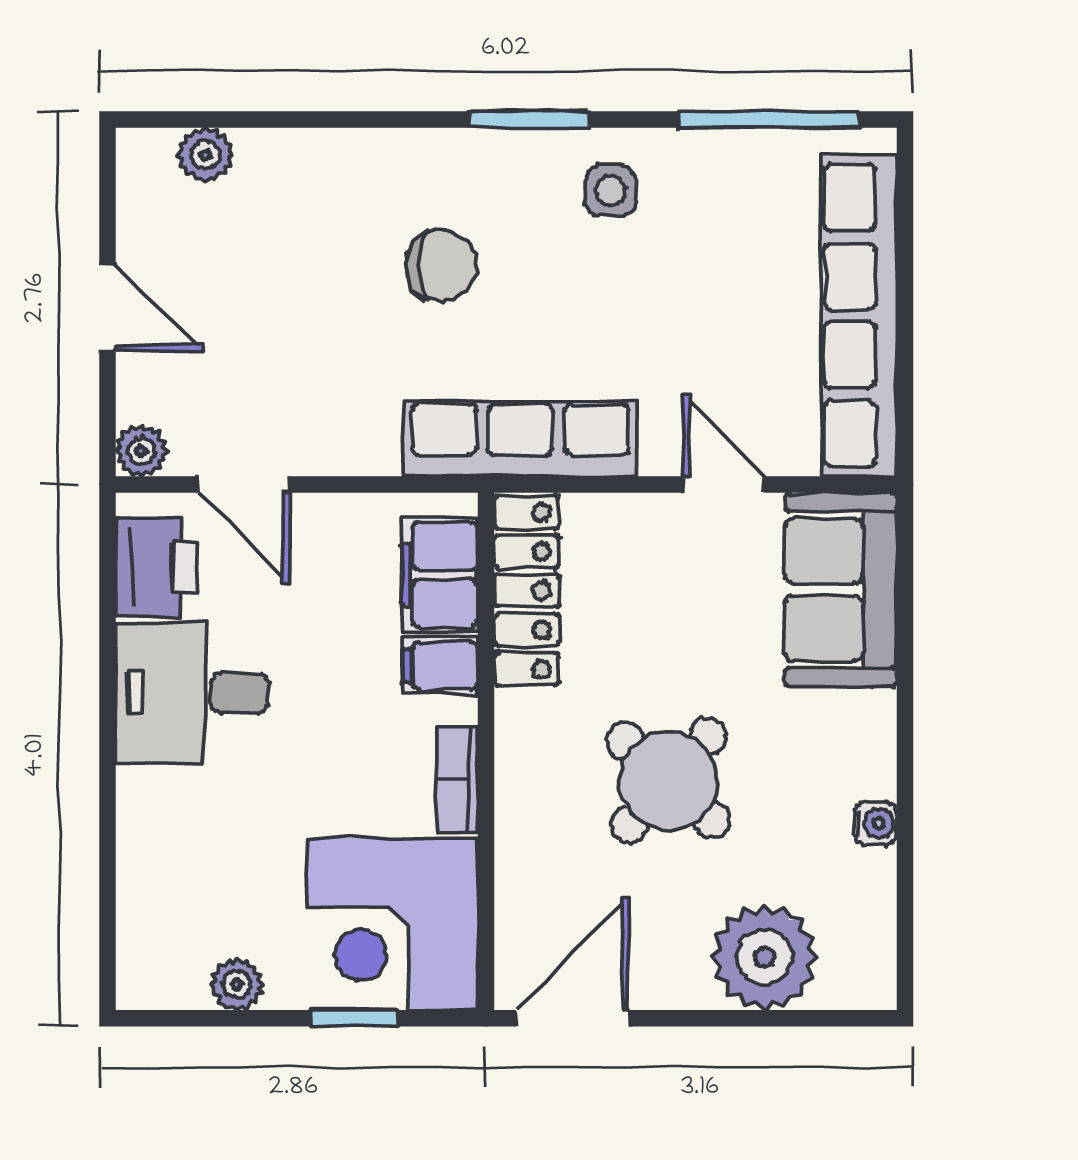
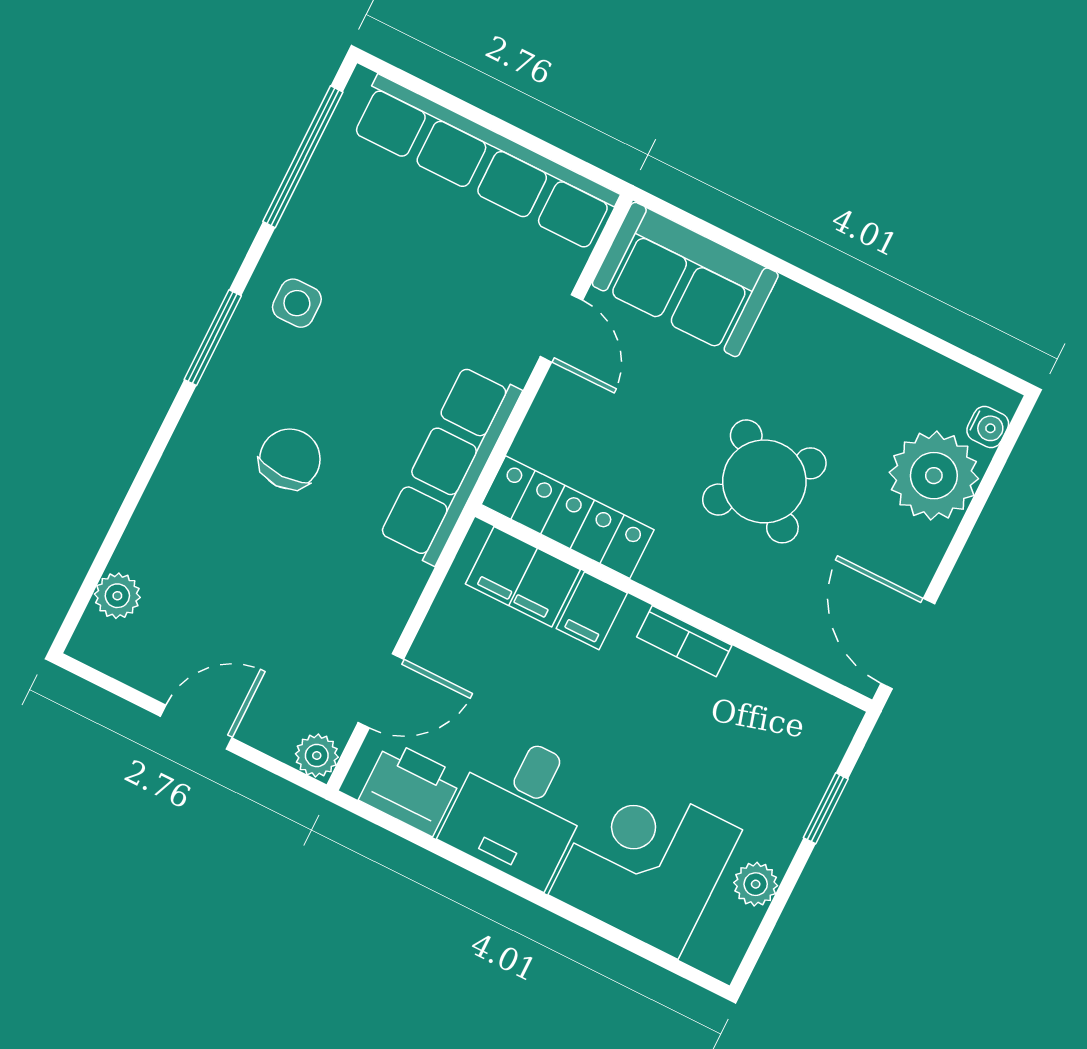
door: (724, 484) -> (561, 328), swing flipped
water cooler: (875, 823) -> (988, 427), moved, turned 90
corner desk: (392, 924) -> (645, 862), moved, turned 180

